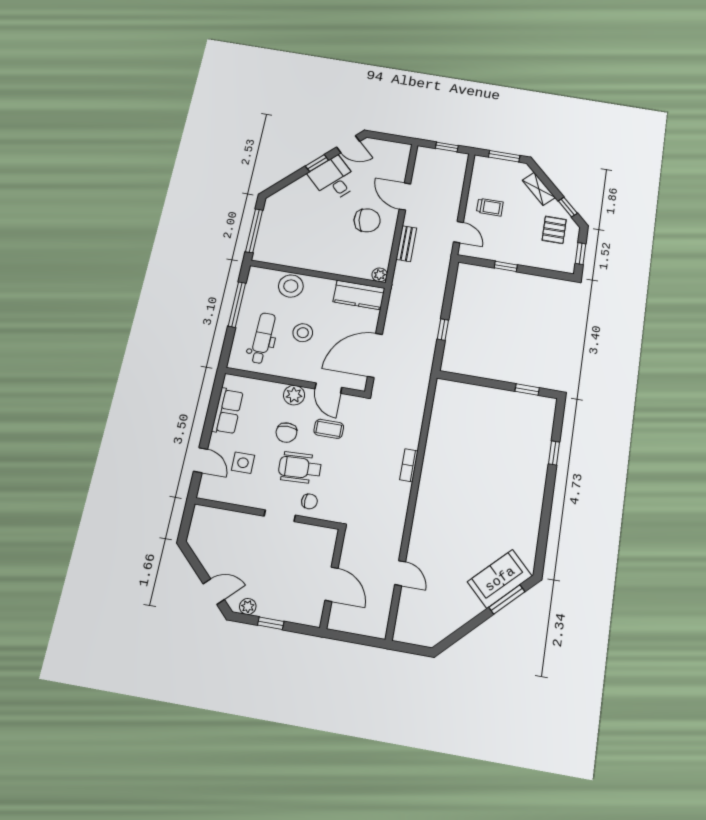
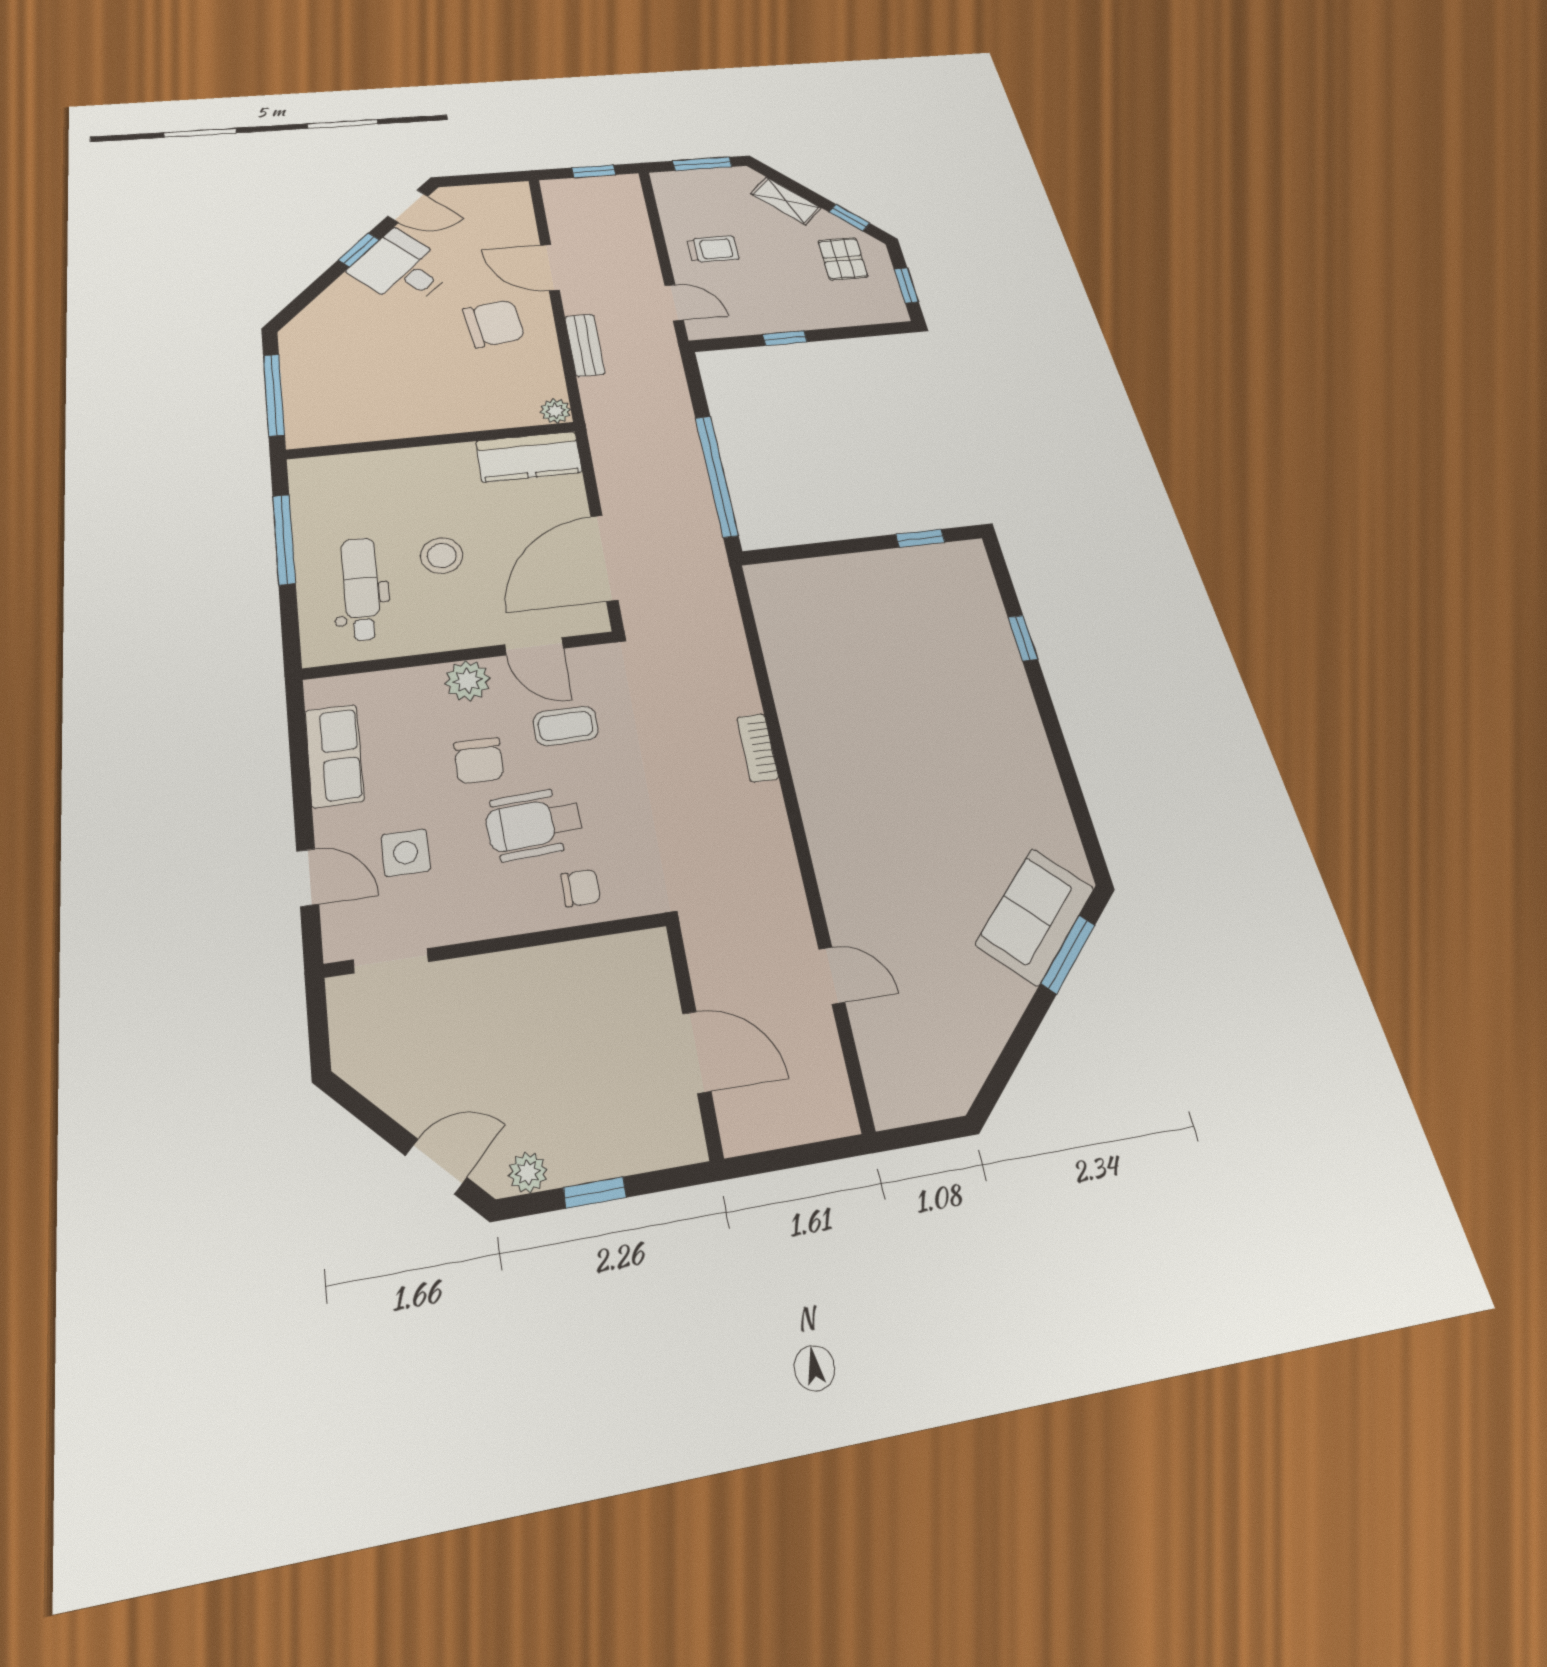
stool: (291, 286) -> (385, 476), removed
window: (443, 330) -> (717, 476), width x3.17
doorway: (280, 516) -> (391, 961), moved

